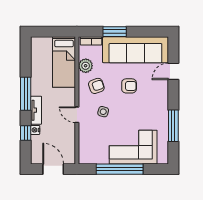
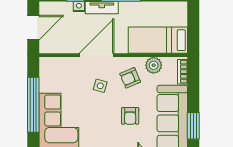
window: (115, 32) -> (193, 126), moved
armchair: (96, 86) -> (130, 78), turned 86
door: (77, 115) -> (97, 55), width x1.88

